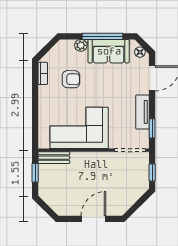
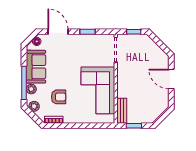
window: (103, 36) -> (24, 83), moved
plant: (59, 49) -> (34, 106), added
armchair: (71, 79) -> (59, 97), turned 89
tv unit: (142, 112) -> (85, 39), removed
window: (152, 128) -> (87, 32), moved

